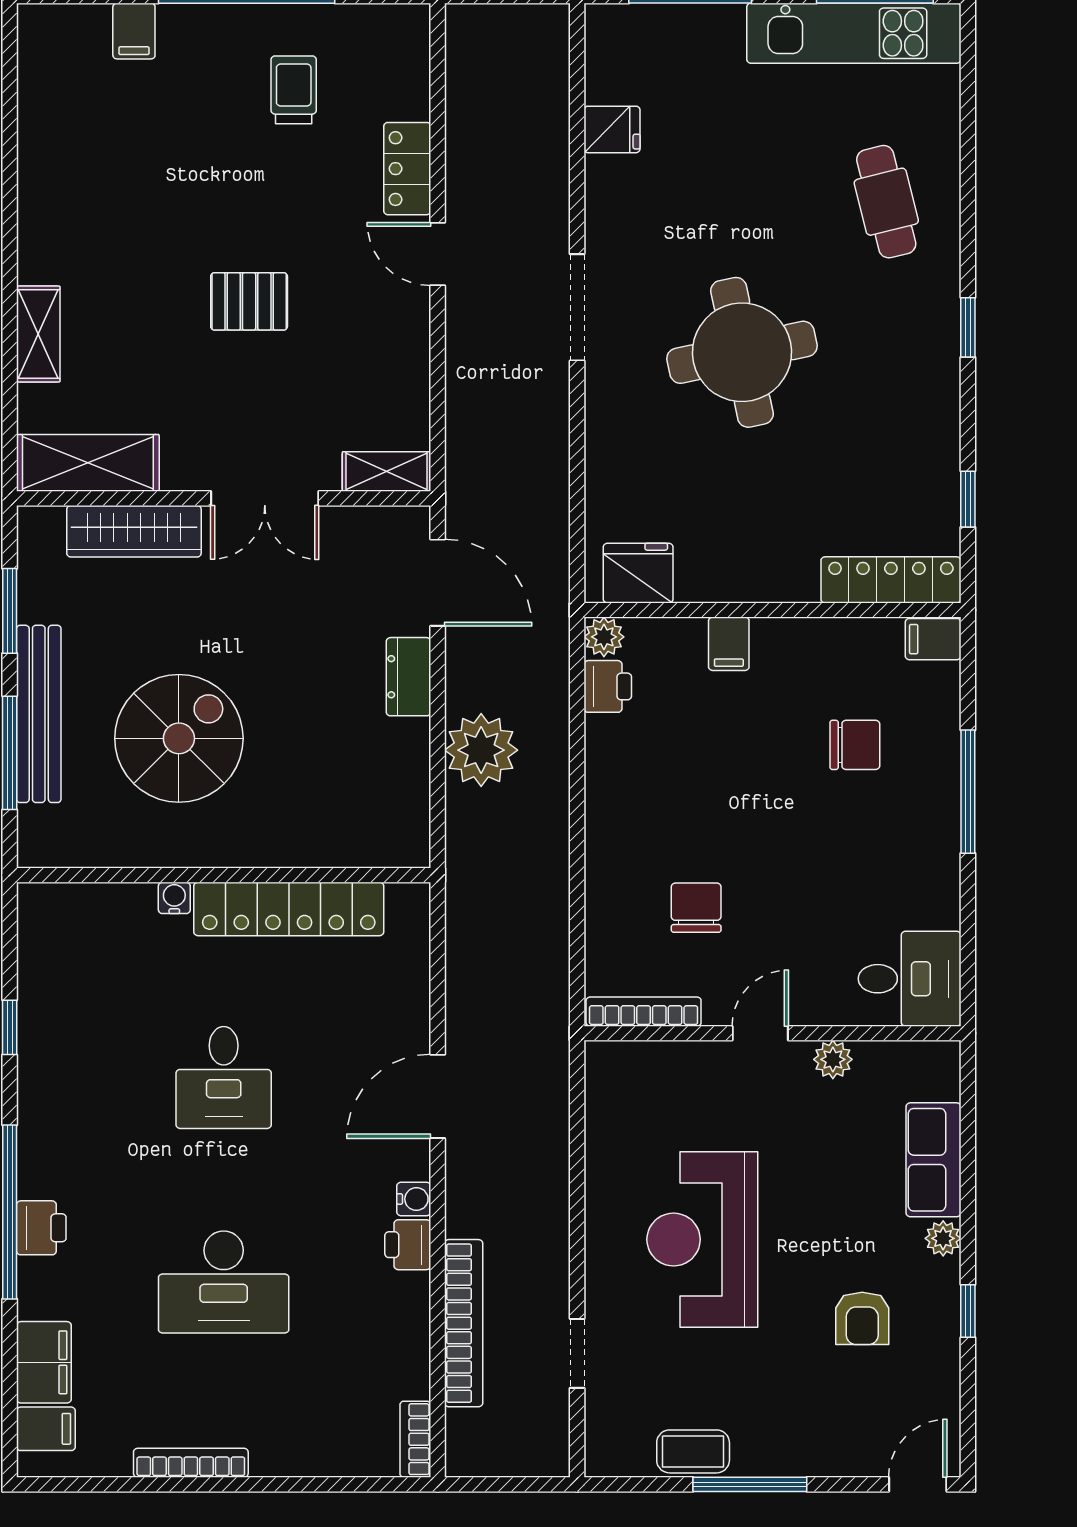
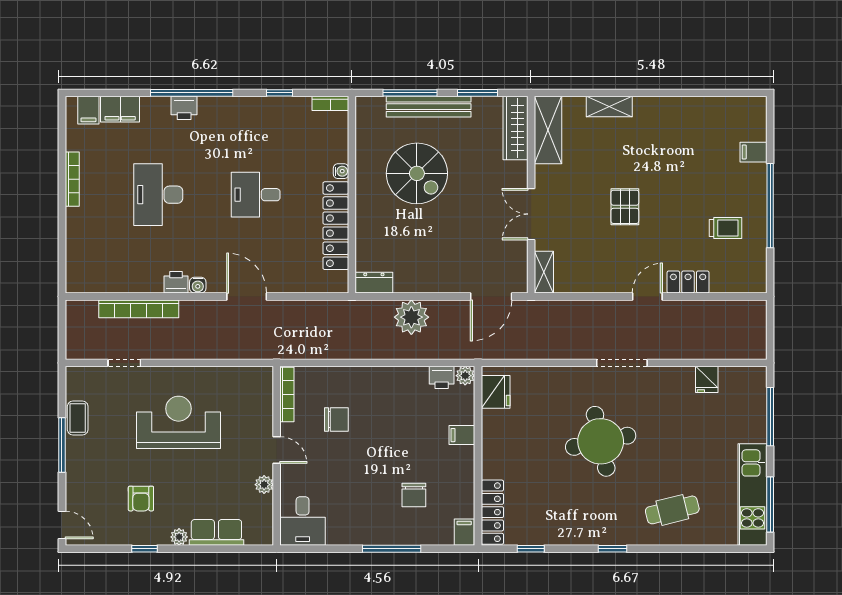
wardrobe: (134, 531) -> (515, 128), moved
dresser: (409, 677) -> (374, 283), moved
armchair: (862, 1318) -> (141, 499), turned -90
bookcase: (415, 1439) -> (330, 103), moved, turned 180

